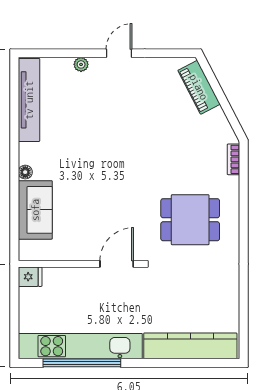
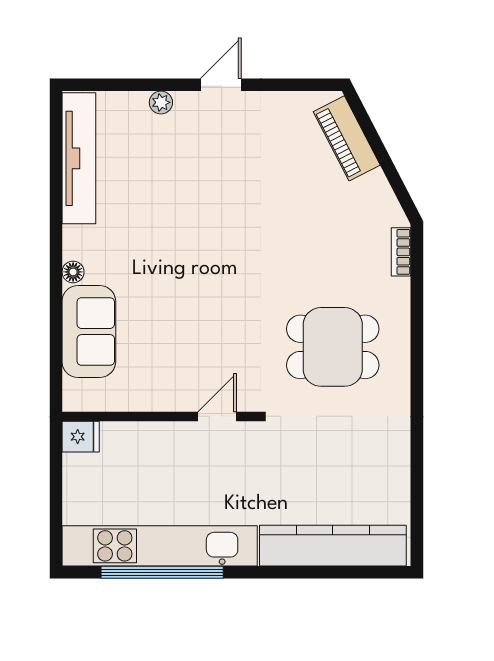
door: (117, 264) -> (217, 416), width x0.73

